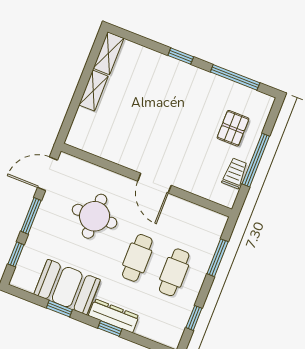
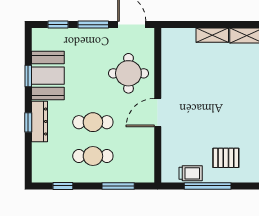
round table: (95, 216) -> (128, 73), moved

